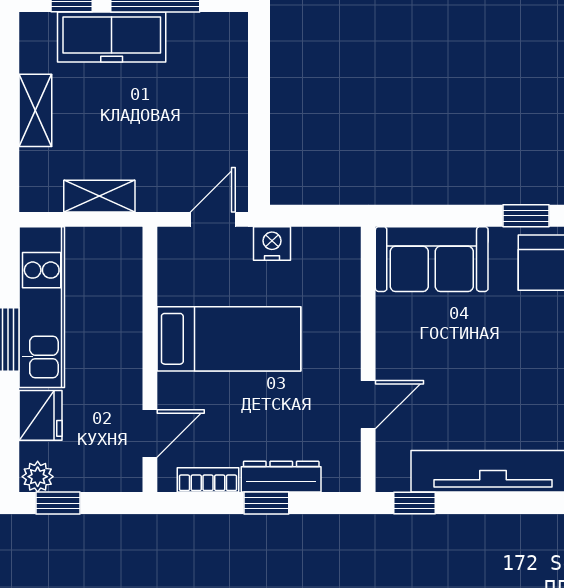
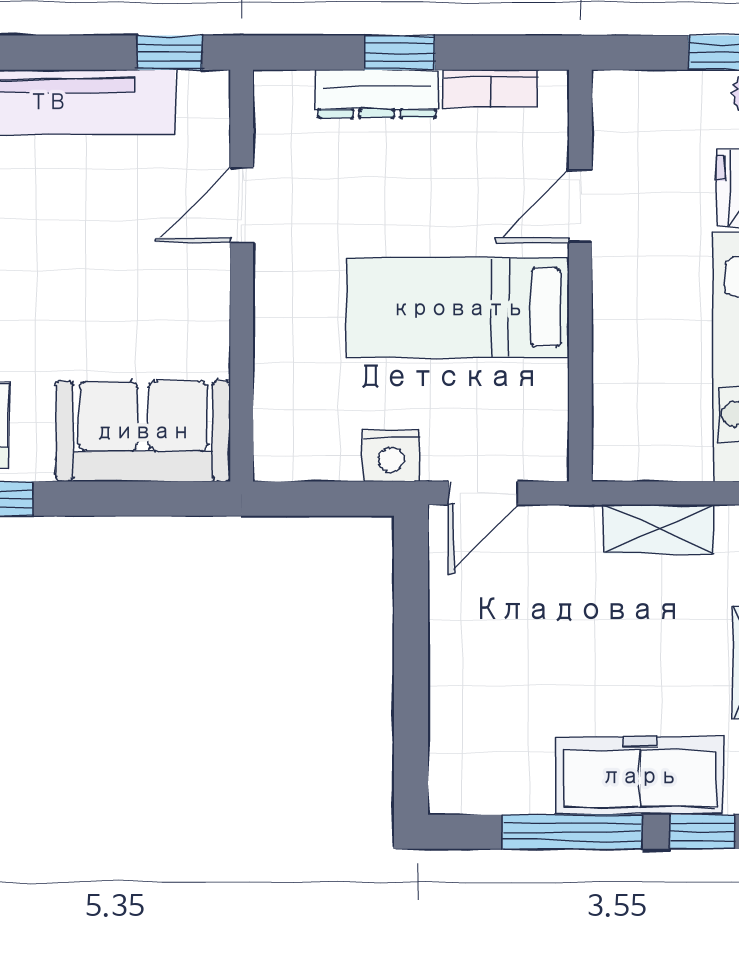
door: (150, 434) -> (580, 207), moved

